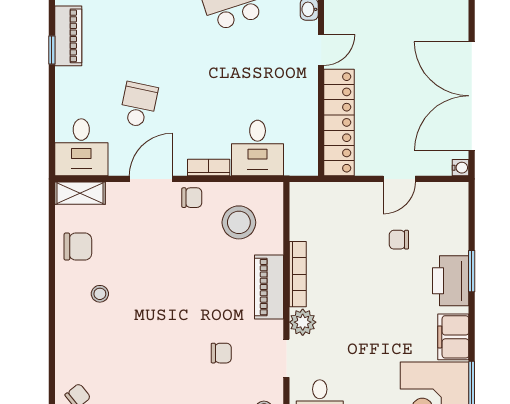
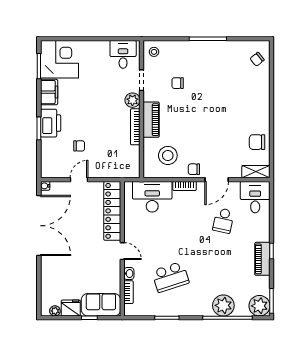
door: (321, 50) -> (122, 251), swing flipped
desk: (258, 148) -> (152, 197), width x1.37
stool: (100, 294) -> (245, 116), removed

